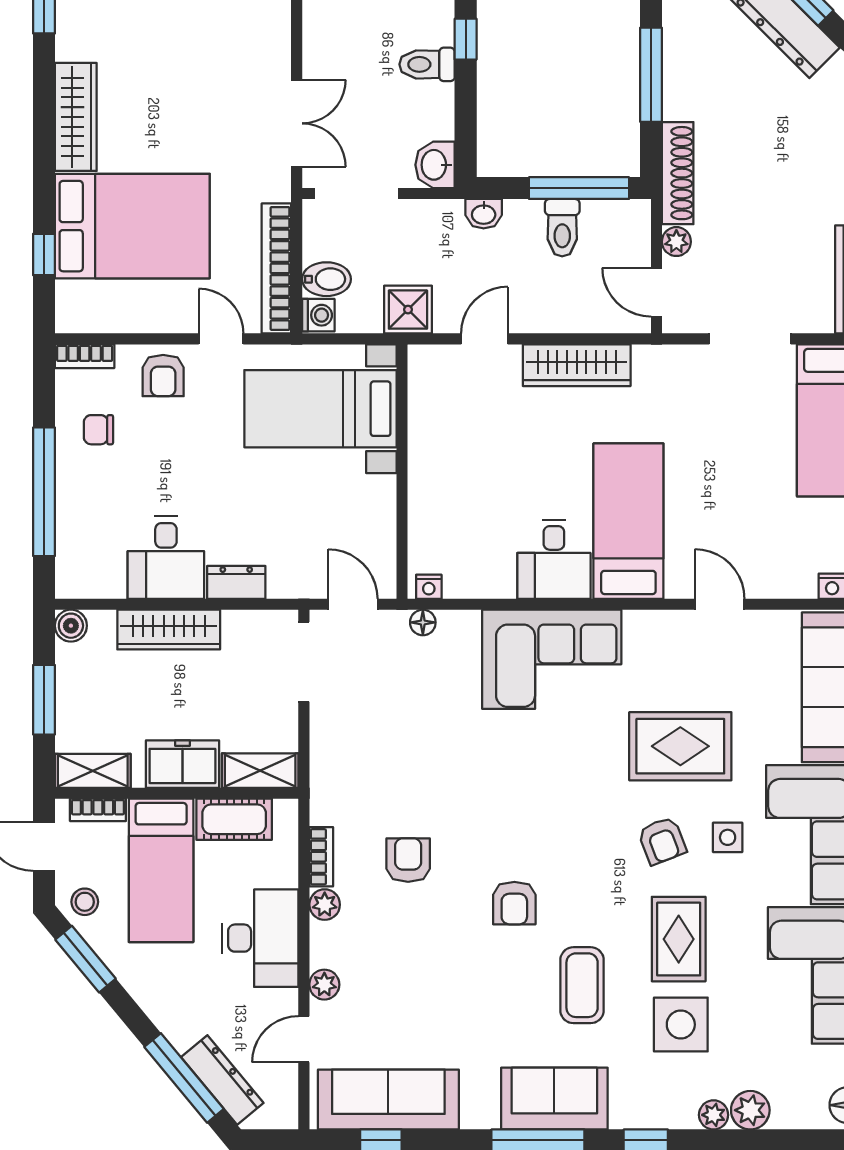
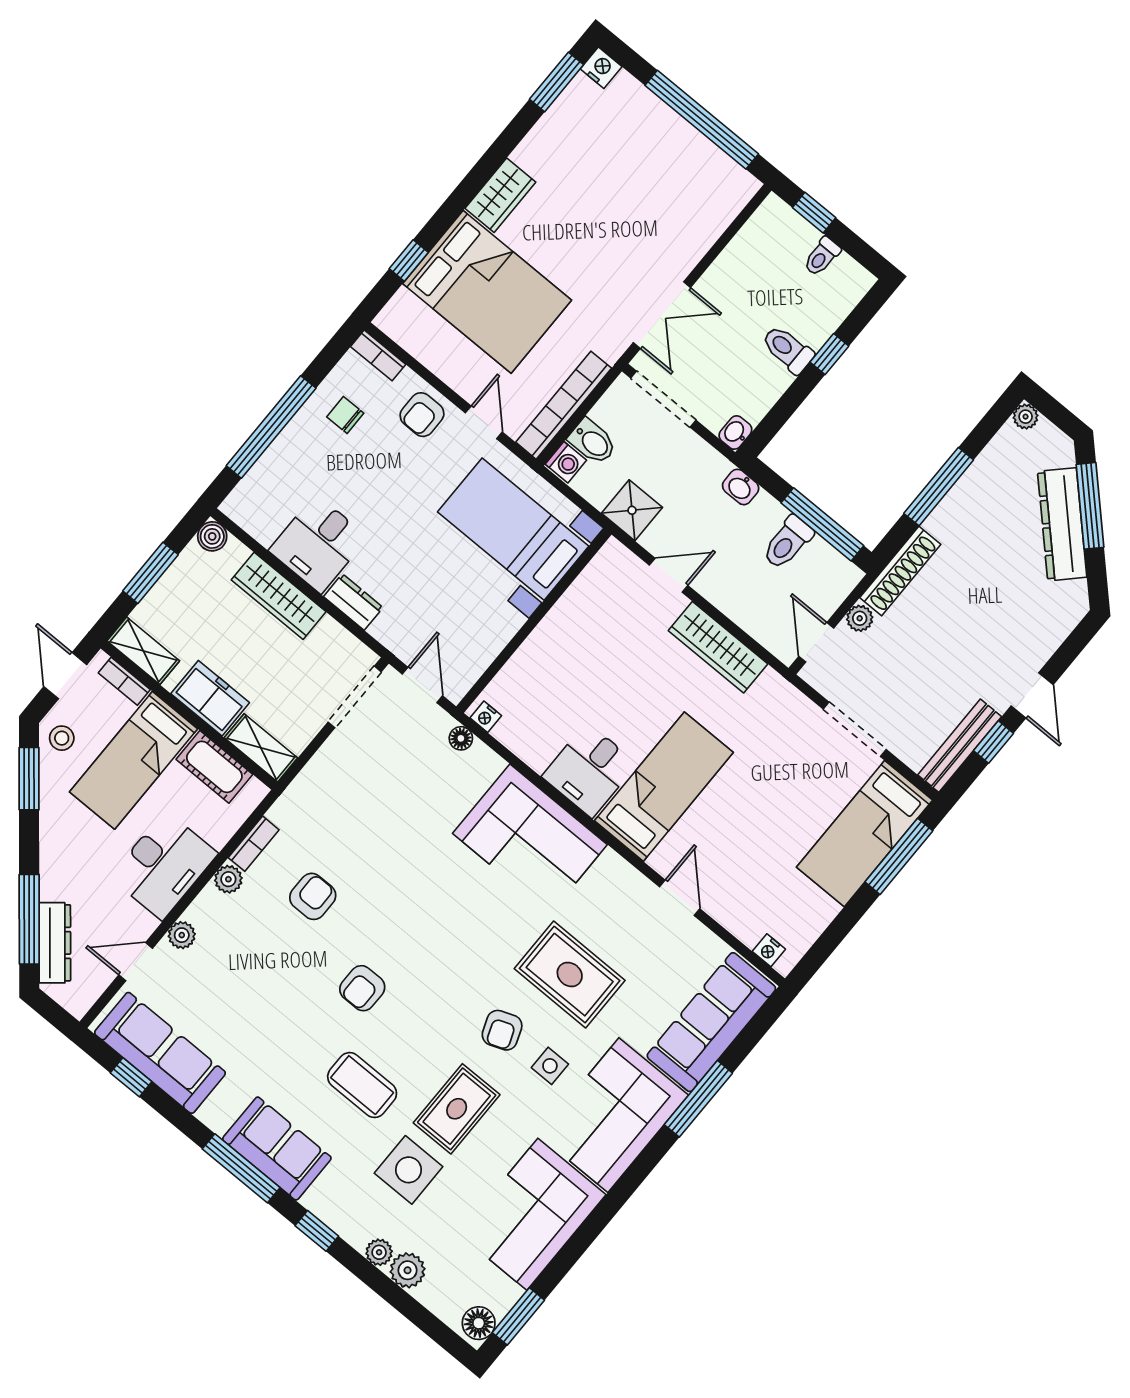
wardrobe: (76, 117) -> (500, 195), width x0.67
washbasin: (435, 165) -> (735, 433), width x0.72, depth x0.69
coffee table: (582, 985) -> (362, 1085), turned 90

